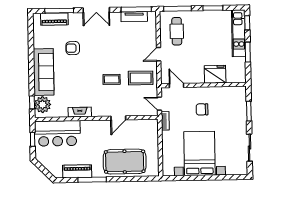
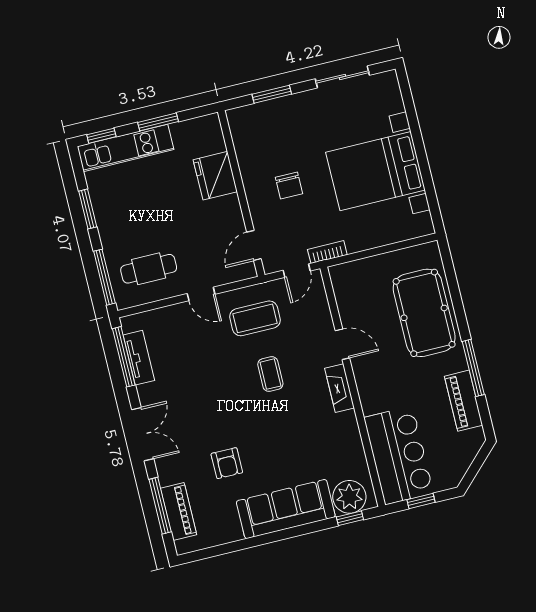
coffee table: (141, 78) -> (255, 318), turned 90
fireplace: (80, 112) -> (340, 388), moved

